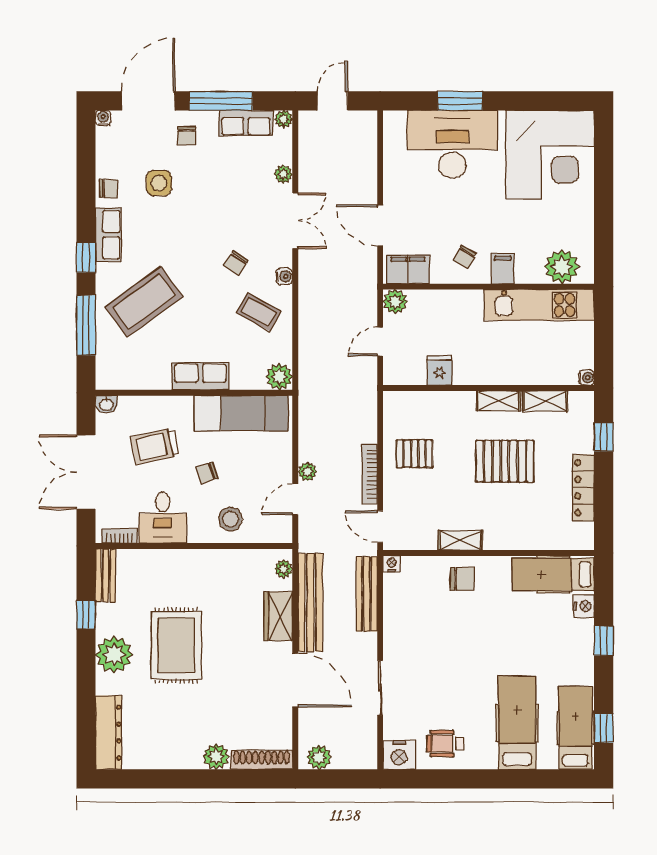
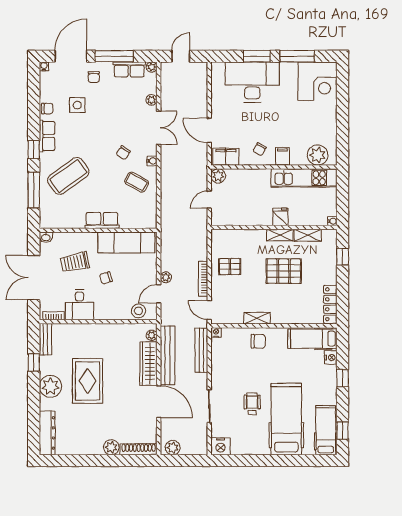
window: (528, 101) -> (297, 56), added
corner desk: (550, 155) -> (317, 81), width x0.74, depth x0.74
fridge: (440, 370) -> (280, 217), moved
plant: (279, 377) -> (149, 221), removed
locker: (583, 488) -> (330, 304), moved
stool: (231, 519) -> (139, 311), moved
wardrobe: (278, 616) -> (148, 364), width x1.50
hospital bed: (517, 723) -> (286, 419), width x1.37, depth x1.29
wheelchair: (445, 744) -> (252, 404), moved, turned 90

